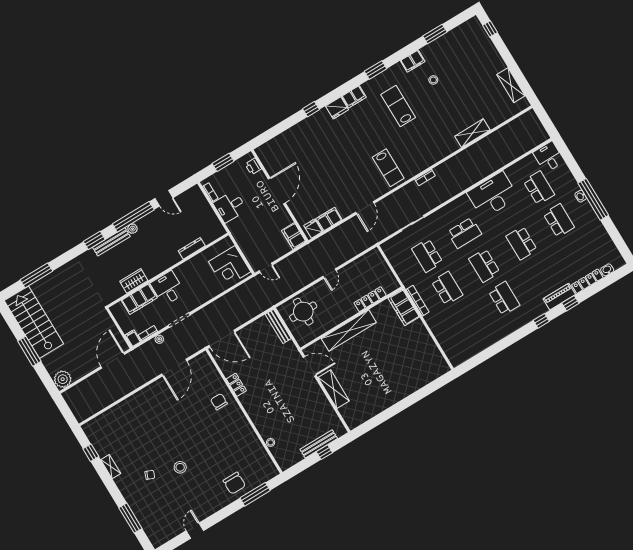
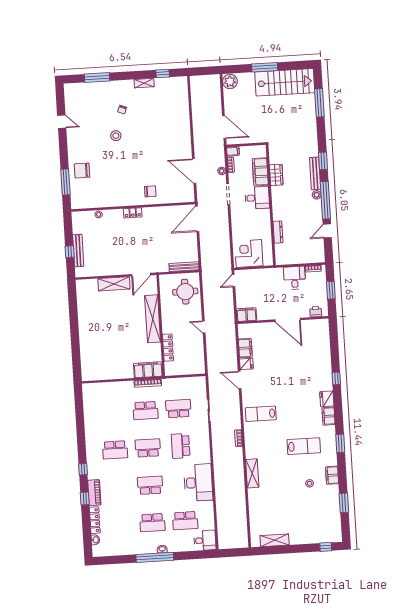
shelving: (472, 133) -> (252, 473), moved
fridge: (313, 229) -> (246, 364), moved
locker: (236, 385) -> (133, 213), moved

